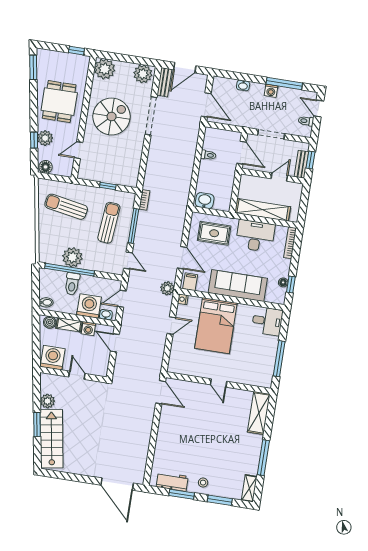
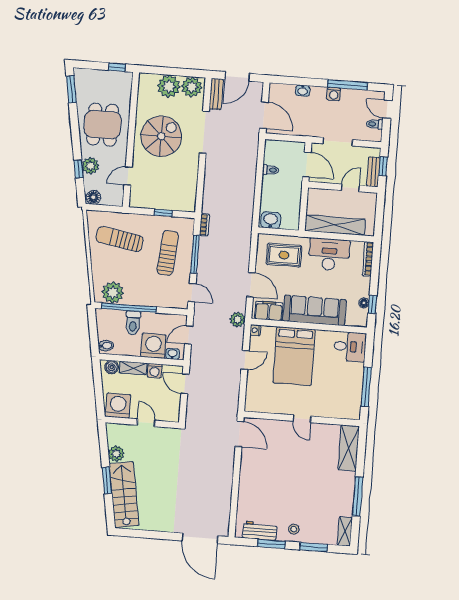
plant: (105, 69) -> (169, 86), moved
plant: (72, 257) -> (113, 293), moved
filing cabinet: (190, 282) -> (269, 311), width x2.00

